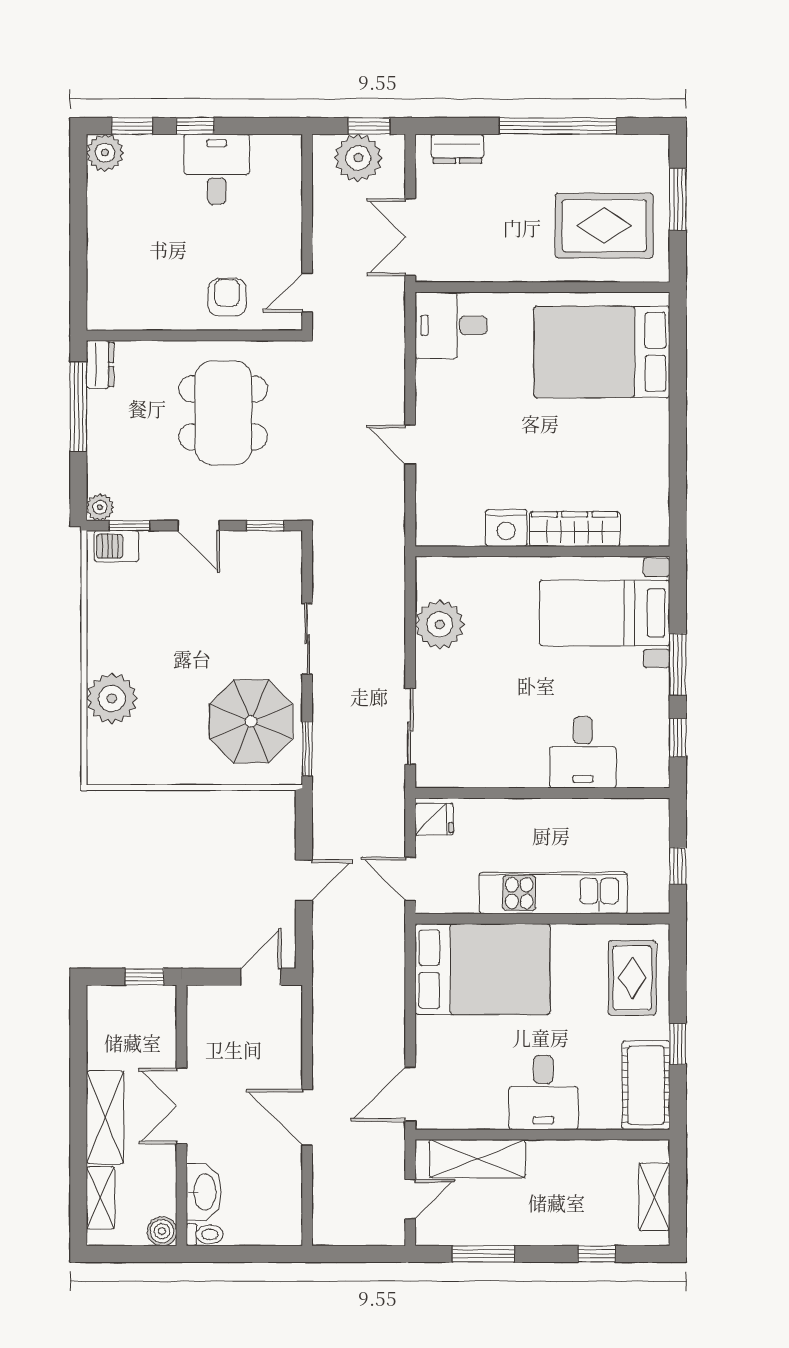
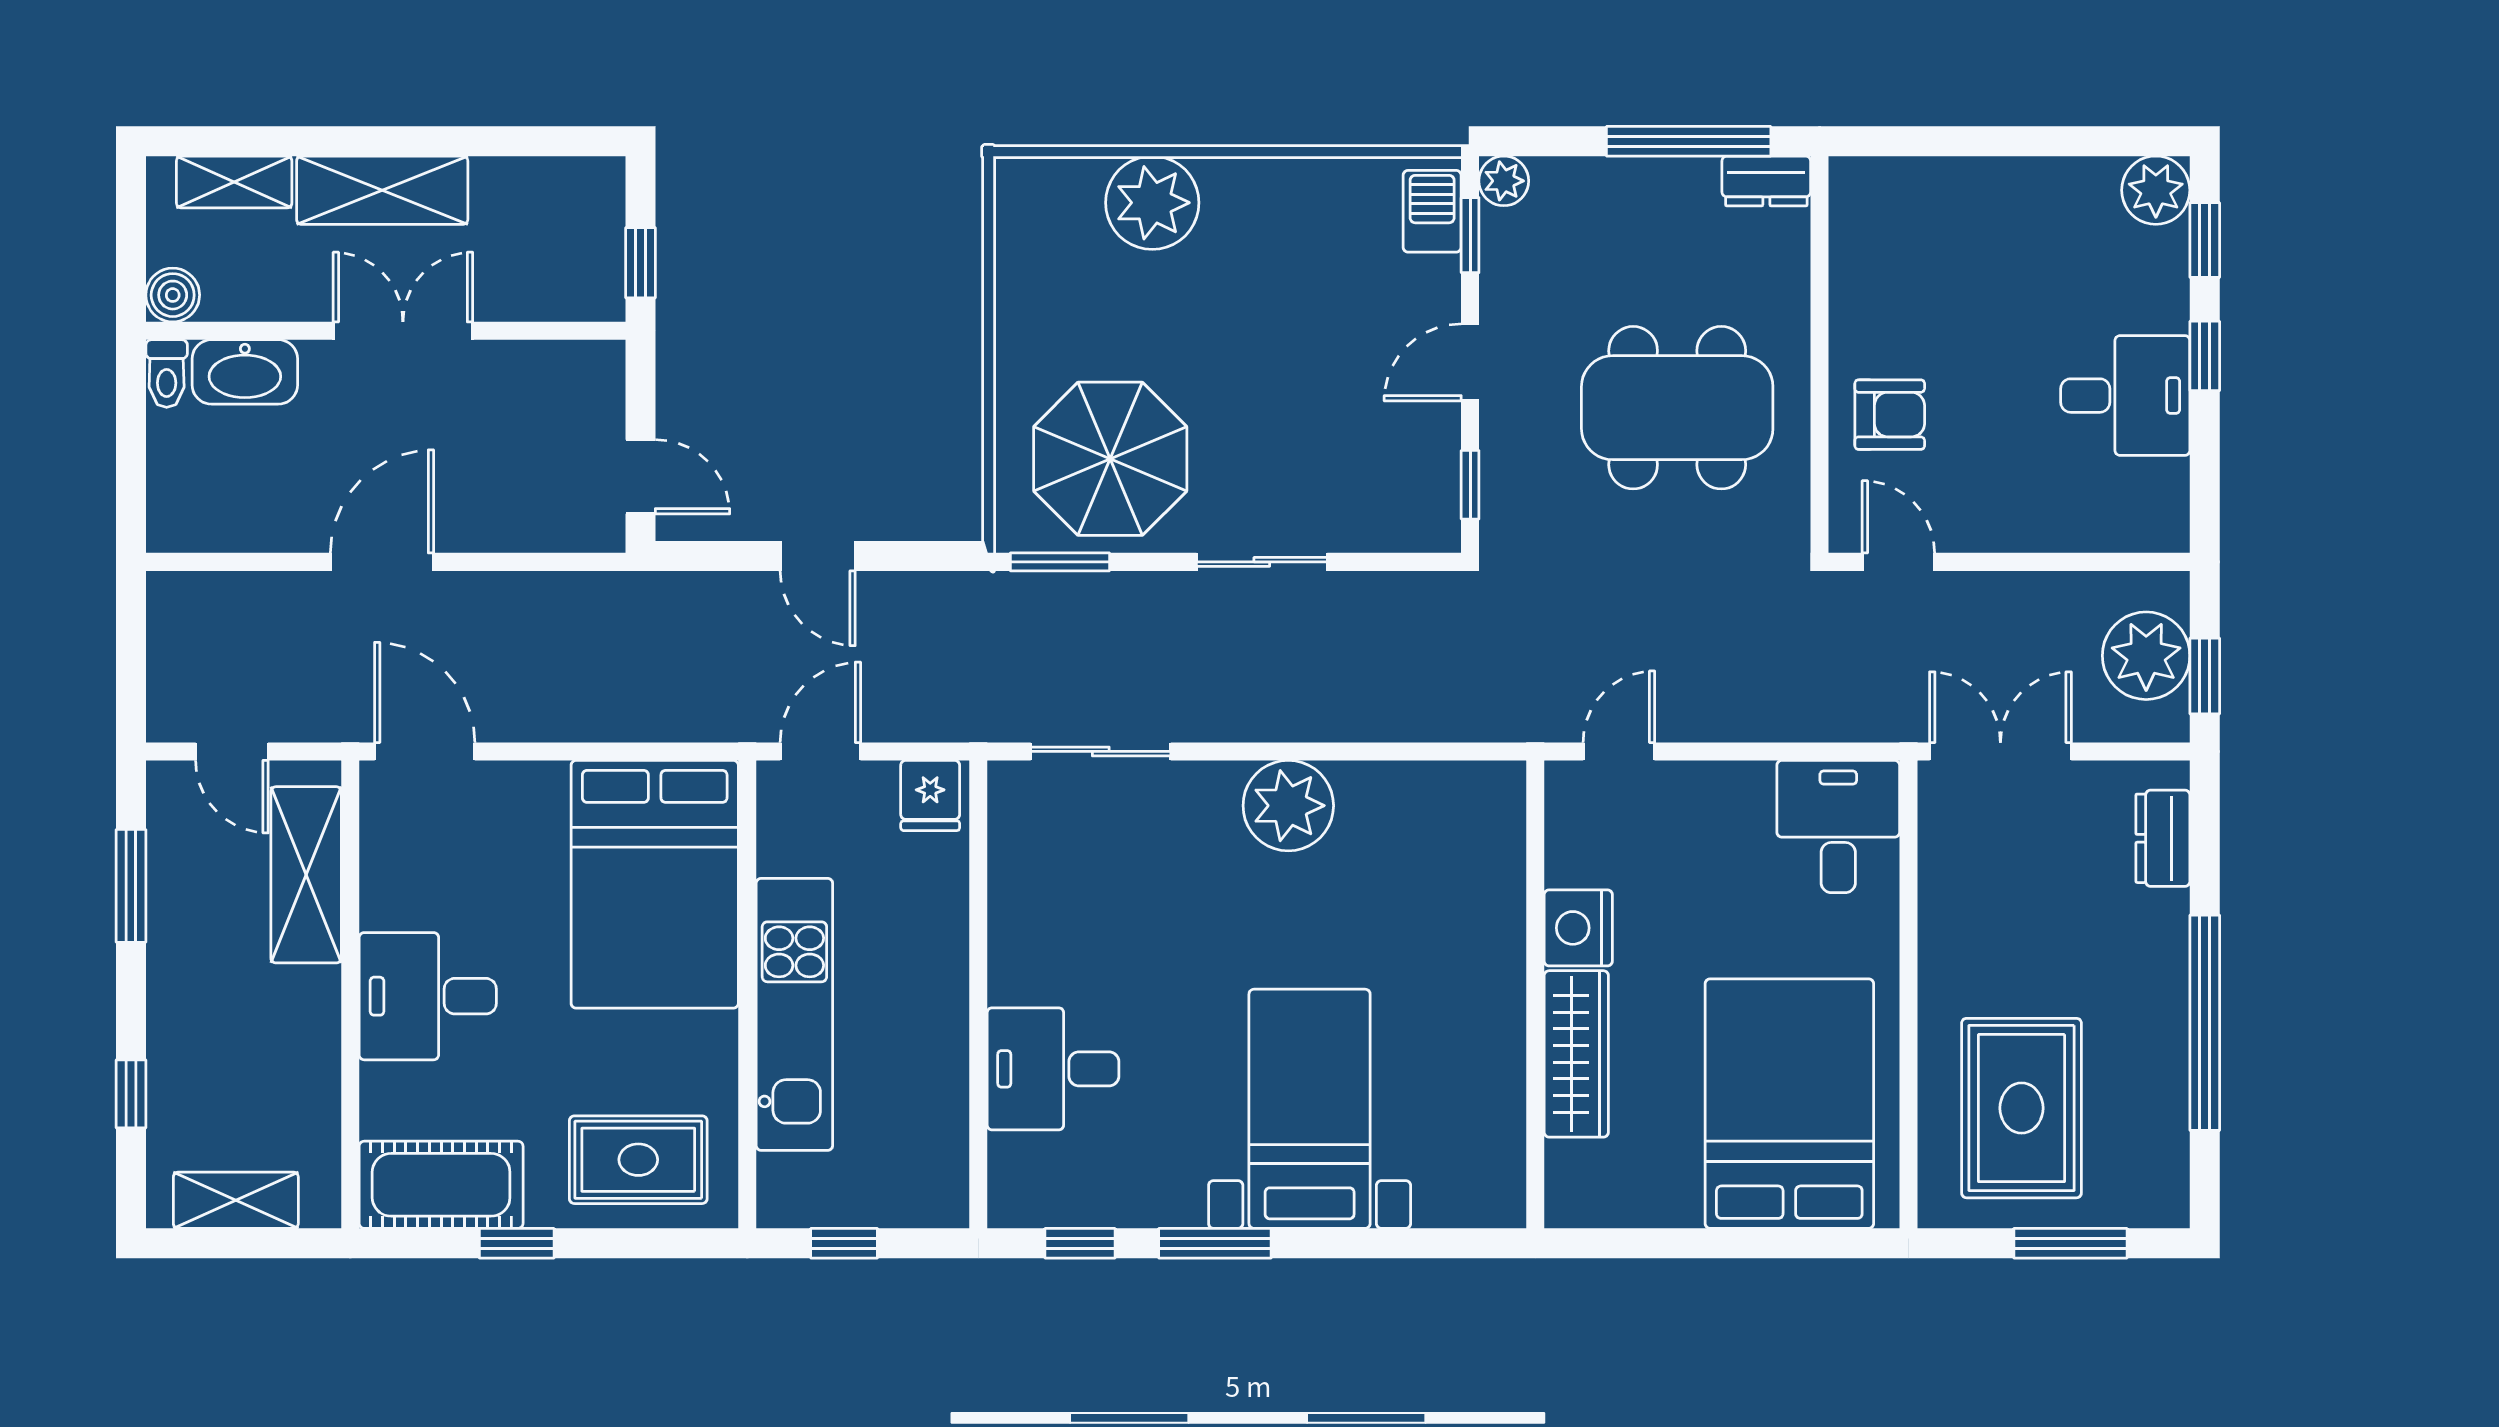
nightstand: (506, 528) -> (1578, 928), moved
wardrobe: (575, 529) -> (1576, 1054), moved
wall: (542, 551) -> (1535, 994), moved

